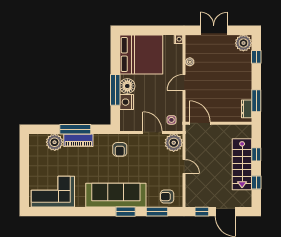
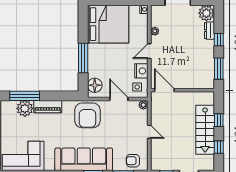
window: (256, 57) -> (219, 40), moved
floor lamp: (127, 86) -> (95, 85), moved
nightstand: (127, 102) -> (141, 71), moved, turned 180
dresser: (247, 109) -> (209, 31), moved
window: (75, 129) -> (25, 96), moved
plant: (174, 143) -> (143, 105), width x0.53, depth x0.53
armchair: (120, 149) -> (87, 115), width x1.88, depth x1.88

